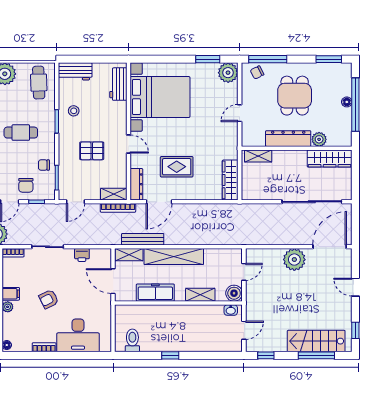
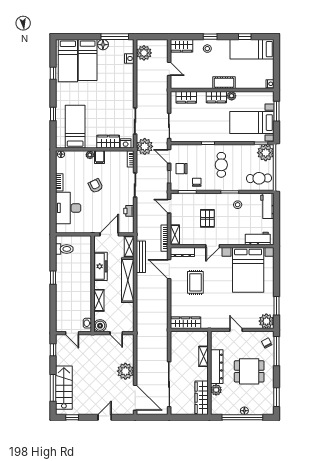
shelving: (258, 156) -> (204, 356), moved

